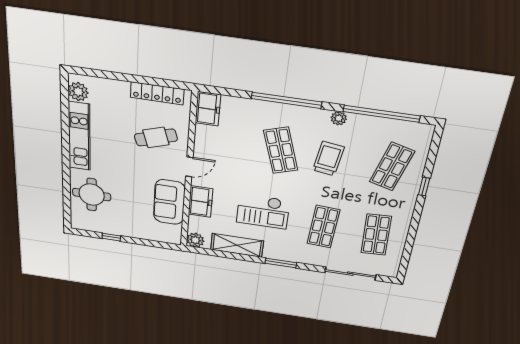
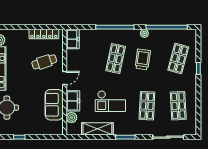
shop shelf: (281, 150) -> (116, 59), turned 30
plant: (195, 240) -> (72, 117), moved

